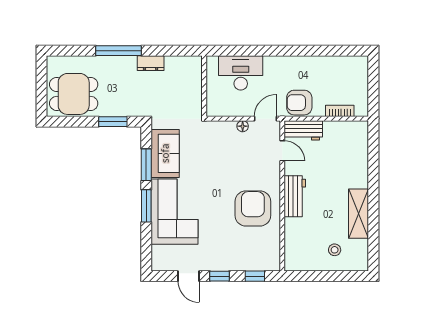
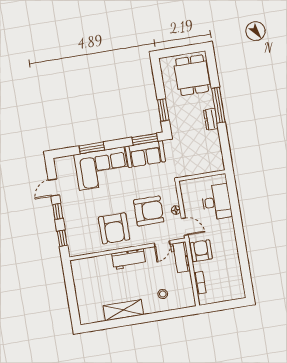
dresser: (151, 63) -> (211, 119), moved
dining table: (74, 94) -> (192, 75), moved
armchair: (238, 161) -> (149, 211), added
window: (146, 165) -> (145, 139), moved
window: (146, 206) -> (92, 148), moved
armchair: (253, 208) -> (114, 228), turned 90
stool: (335, 250) -> (163, 294), moved

